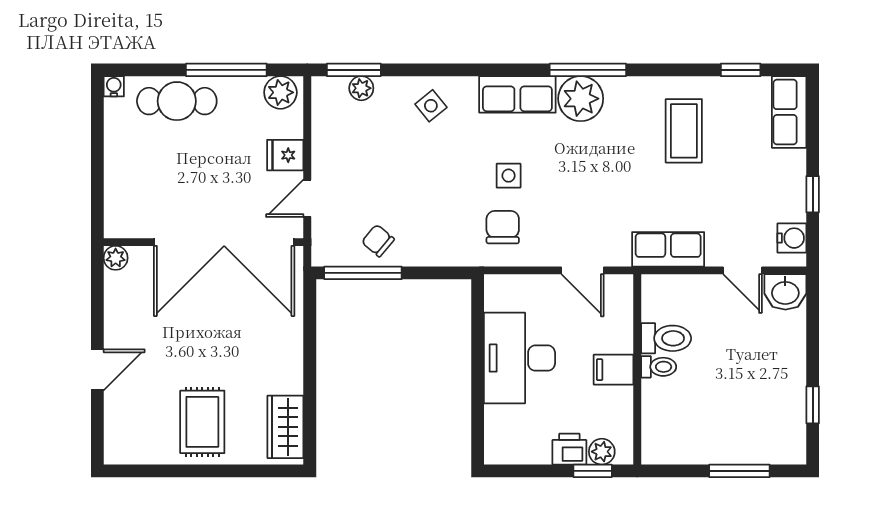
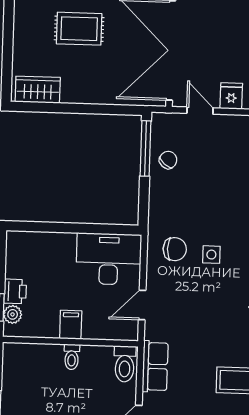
toilet: (666, 338) -> (125, 364), moved
desk: (519, 358) -> (109, 259), moved
rug: (202, 422) -> (79, 29), moved

